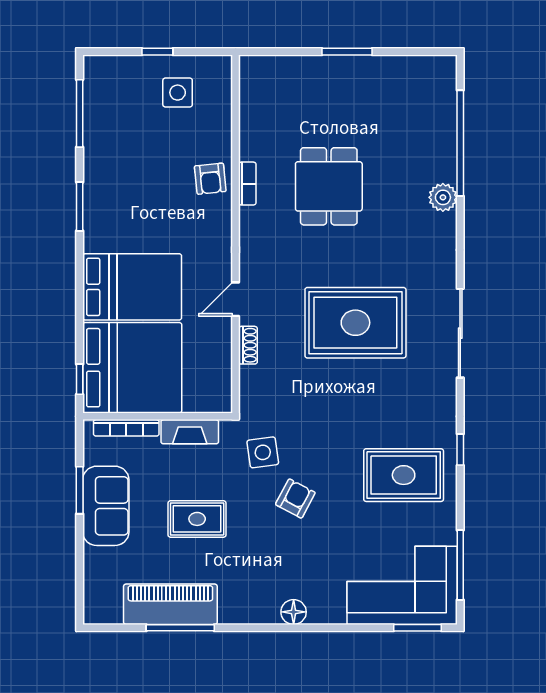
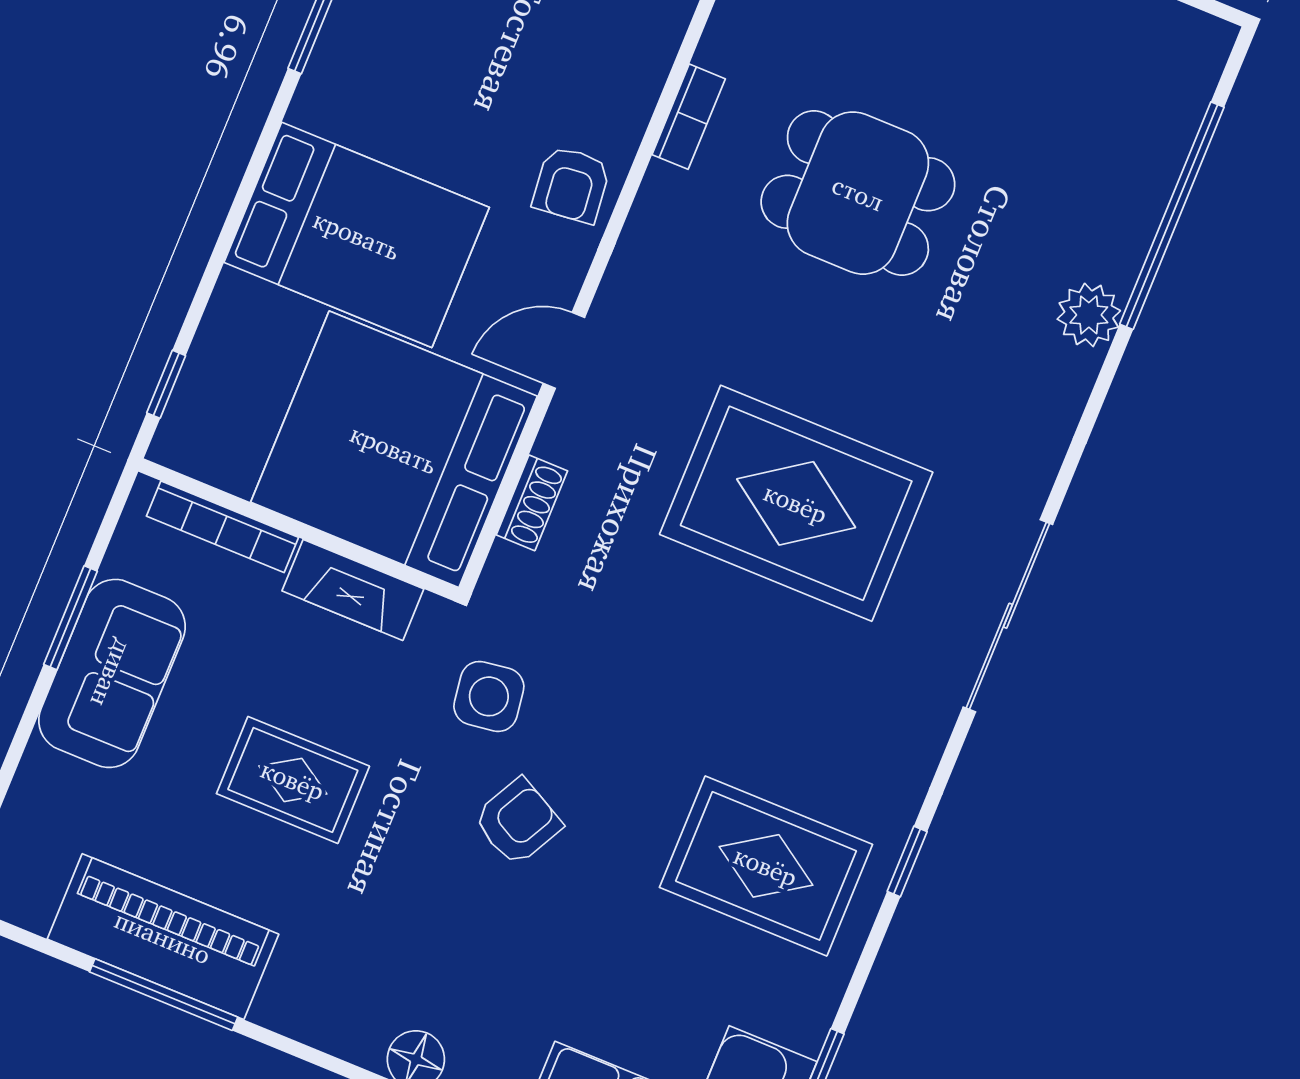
armchair: (210, 179) -> (571, 185), moved
dining table: (329, 186) -> (858, 193), turned 90
shoe rack: (248, 345) -> (532, 503), moved
bed: (132, 368) -> (394, 449), moved, turned 180

